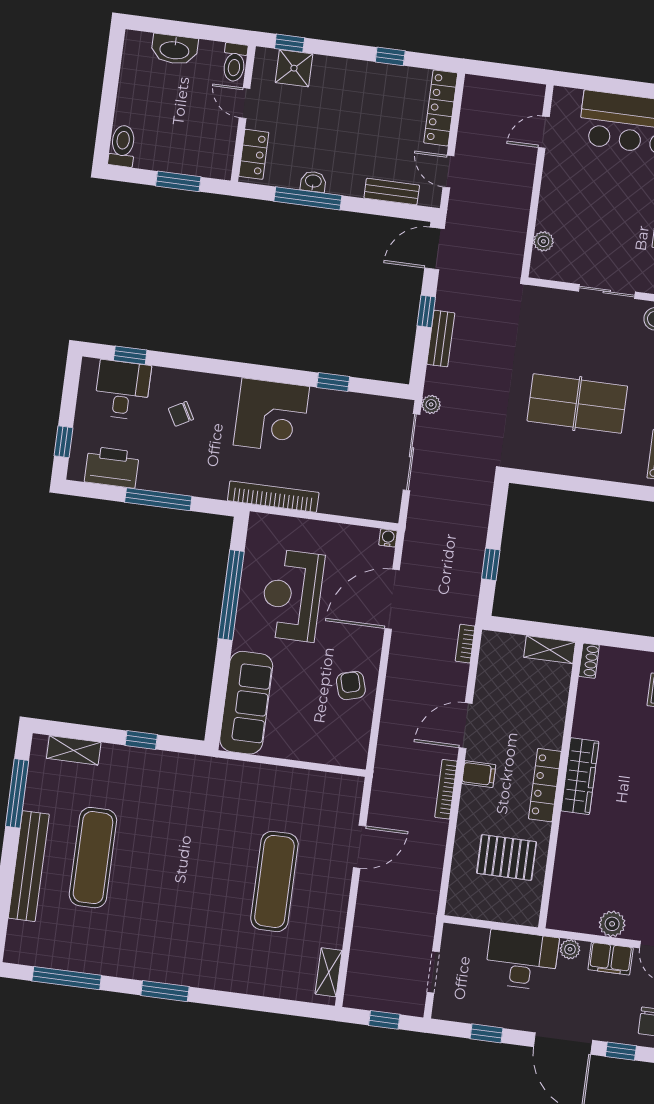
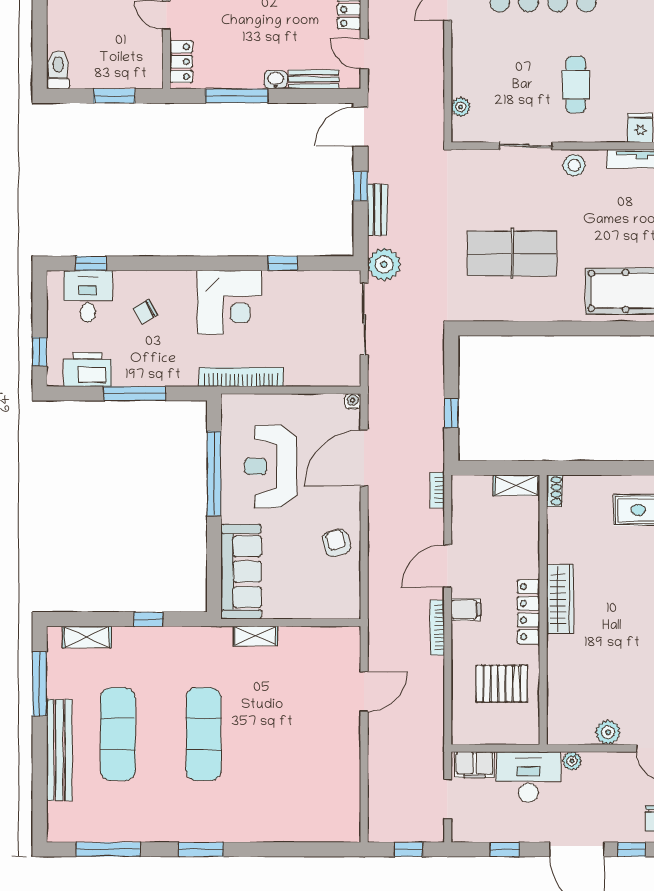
washbasin: (313, 182) -> (276, 80), moved
plant: (431, 404) -> (384, 264), width x1.88, depth x1.88
exercise mat: (274, 881) -> (204, 734), moved
filing cabinet: (611, 959) -> (475, 765), moved
shelving: (329, 972) -> (255, 636), moved, turned 90

